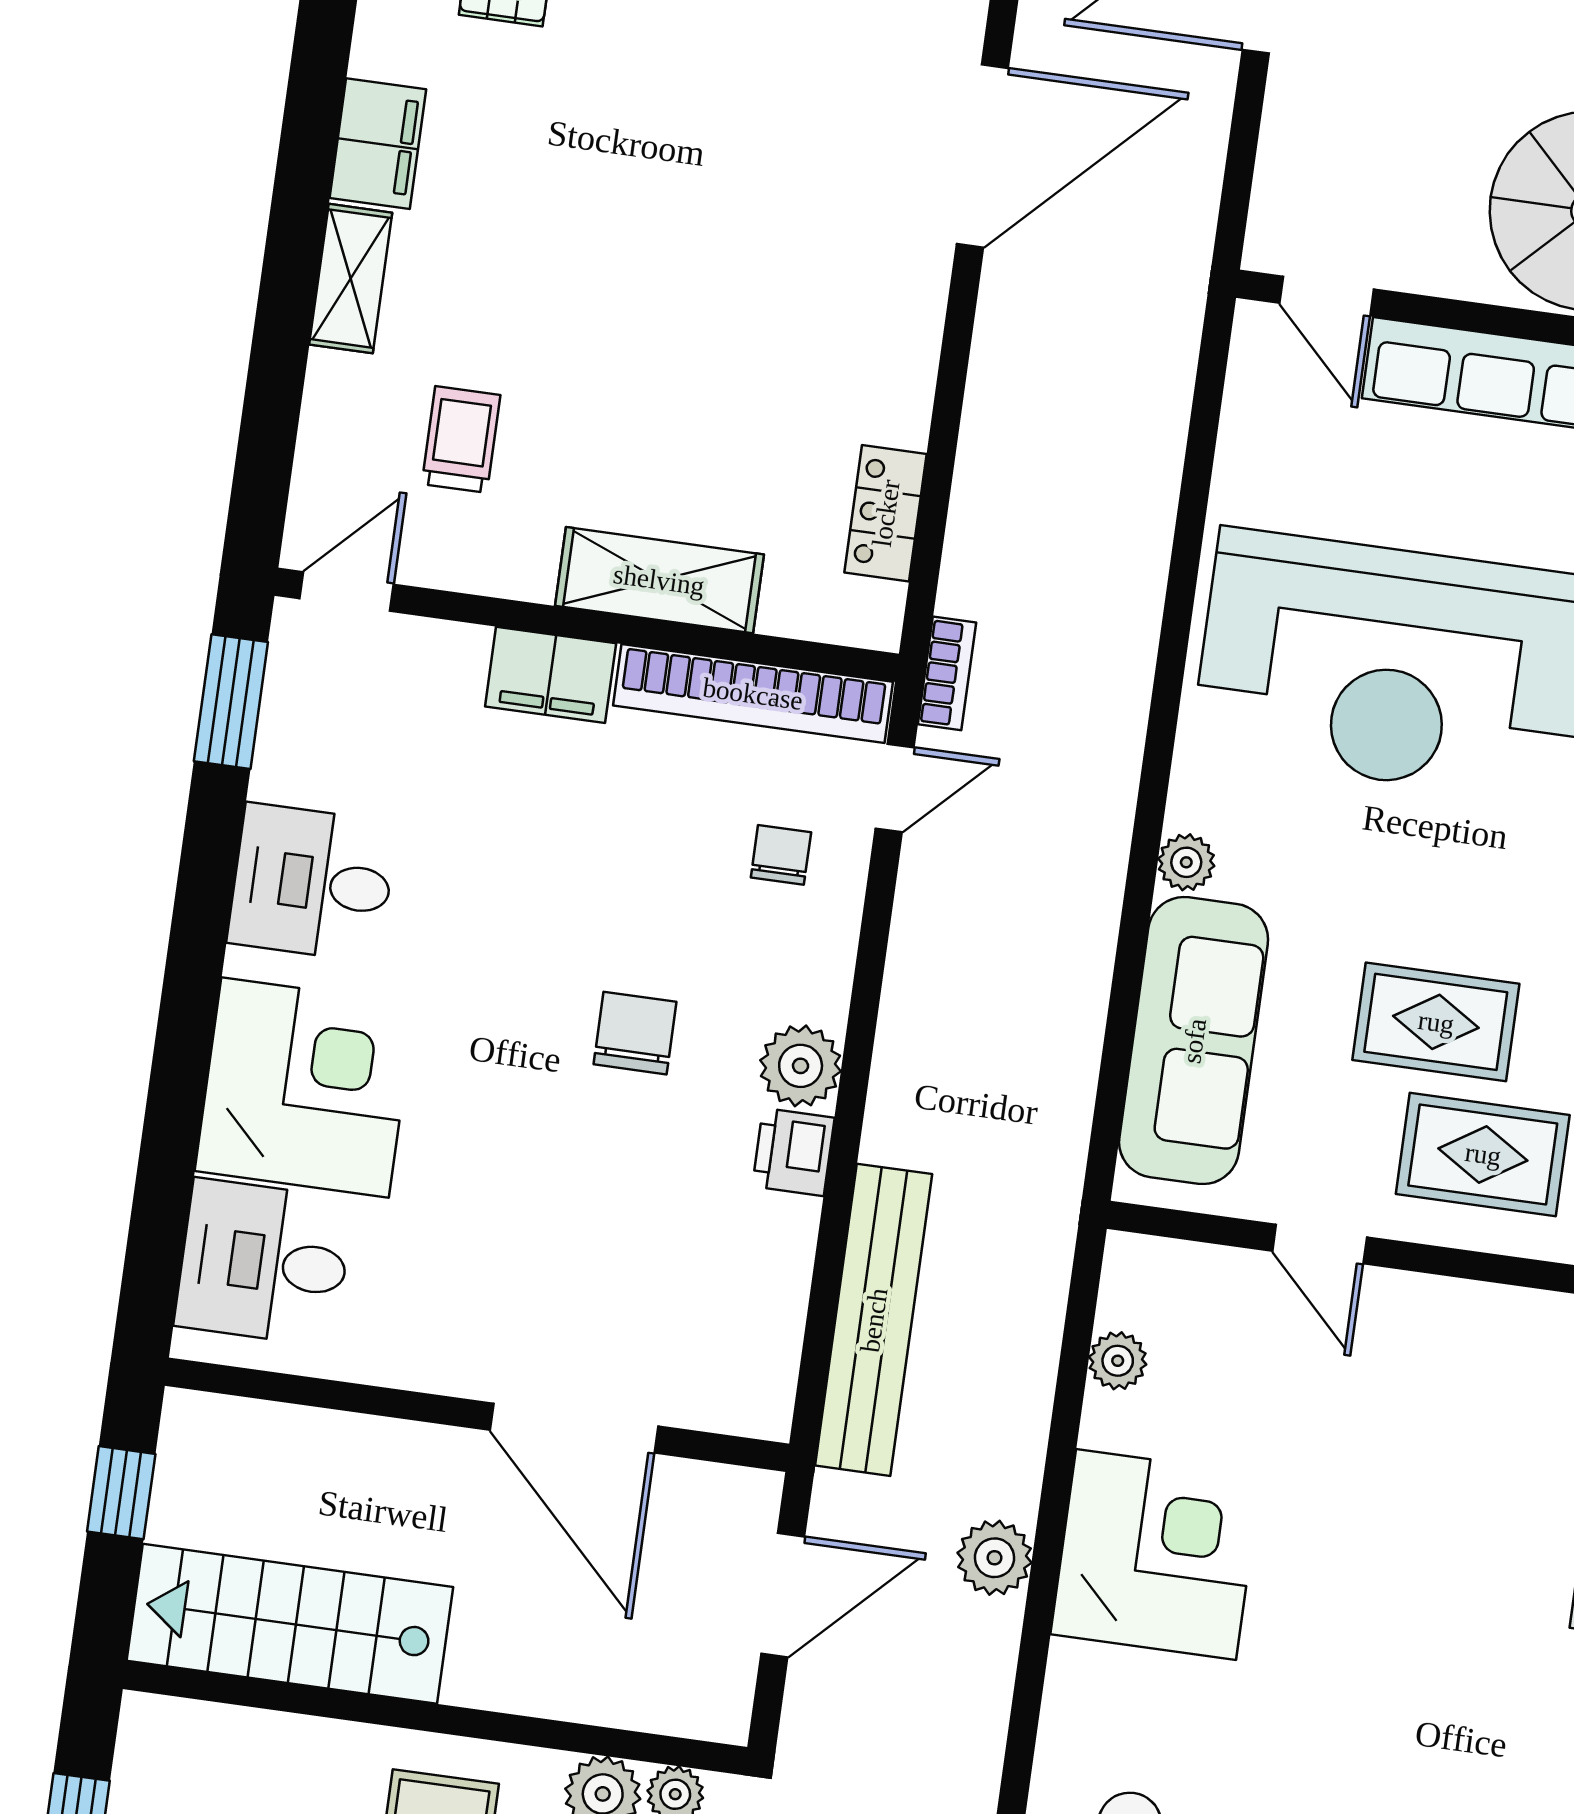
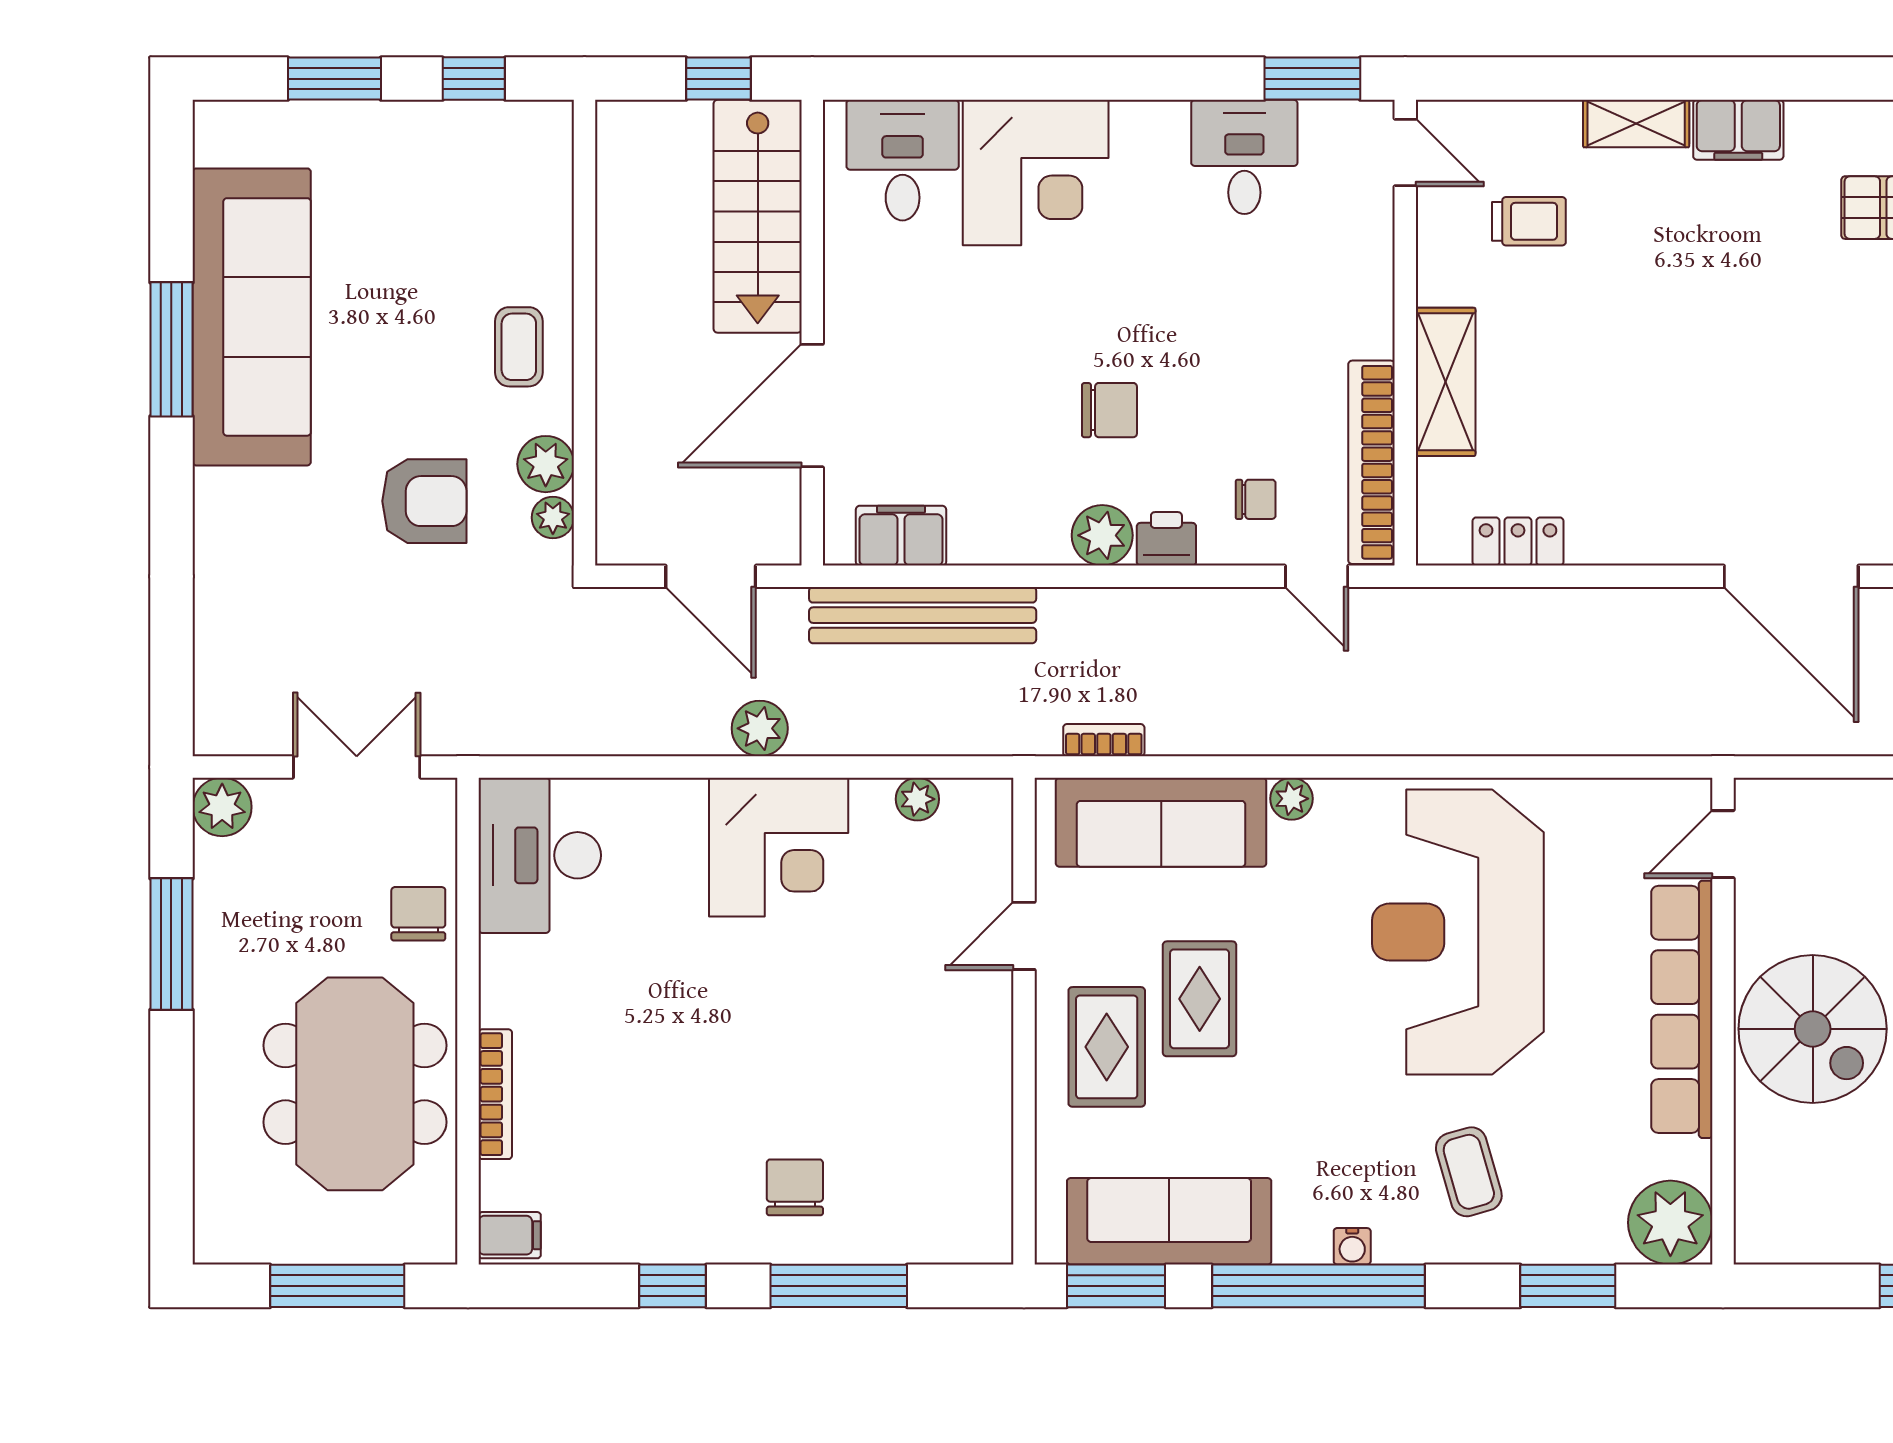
bookcase: (947, 673) -> (1104, 740), moved, turned 180
filing cabinet: (551, 675) -> (901, 536), moved, turned 90
desk: (312, 883) -> (1244, 157), moved
printer: (793, 1152) -> (1166, 539), moved
stairs: (290, 1624) -> (758, 216), moved, turned 180

